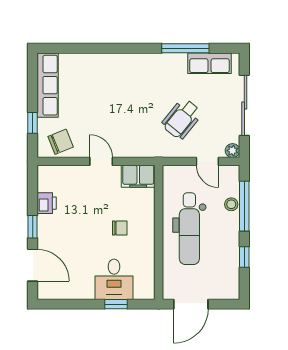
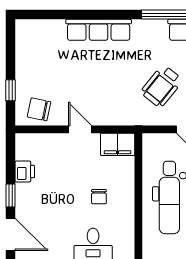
row of seats: (48, 85) -> (99, 30), moved, turned 90
chair: (61, 142) -> (39, 109), turned -146
chair: (120, 228) -> (99, 197), turned 90

